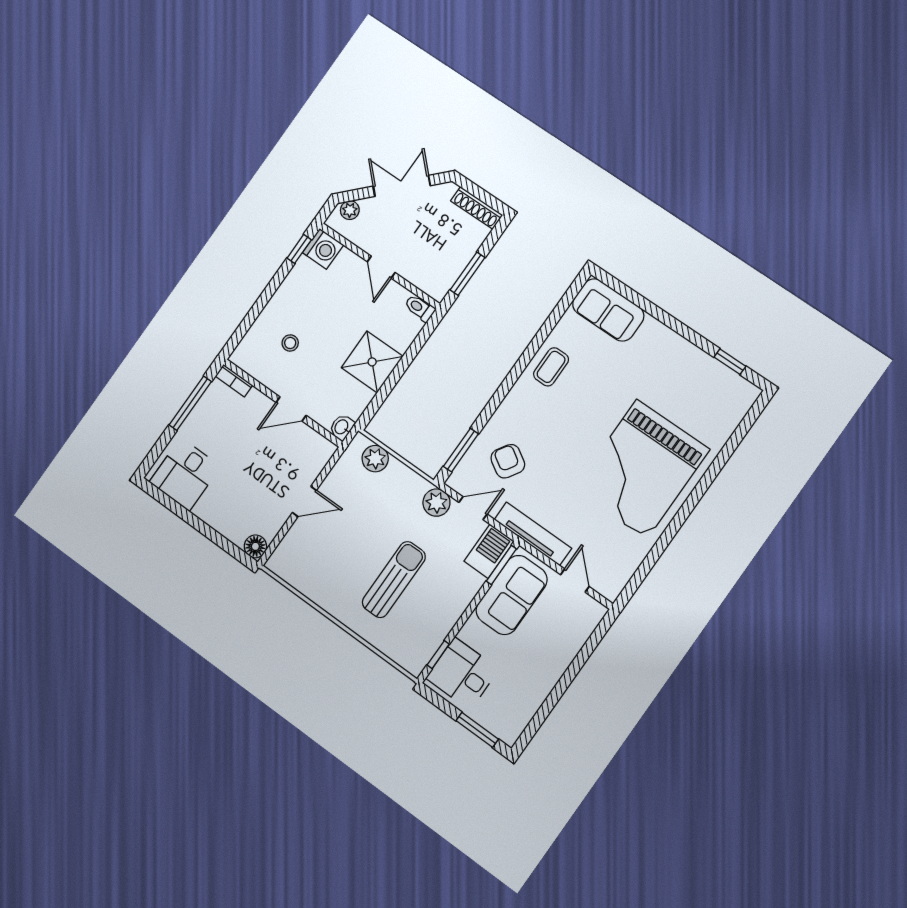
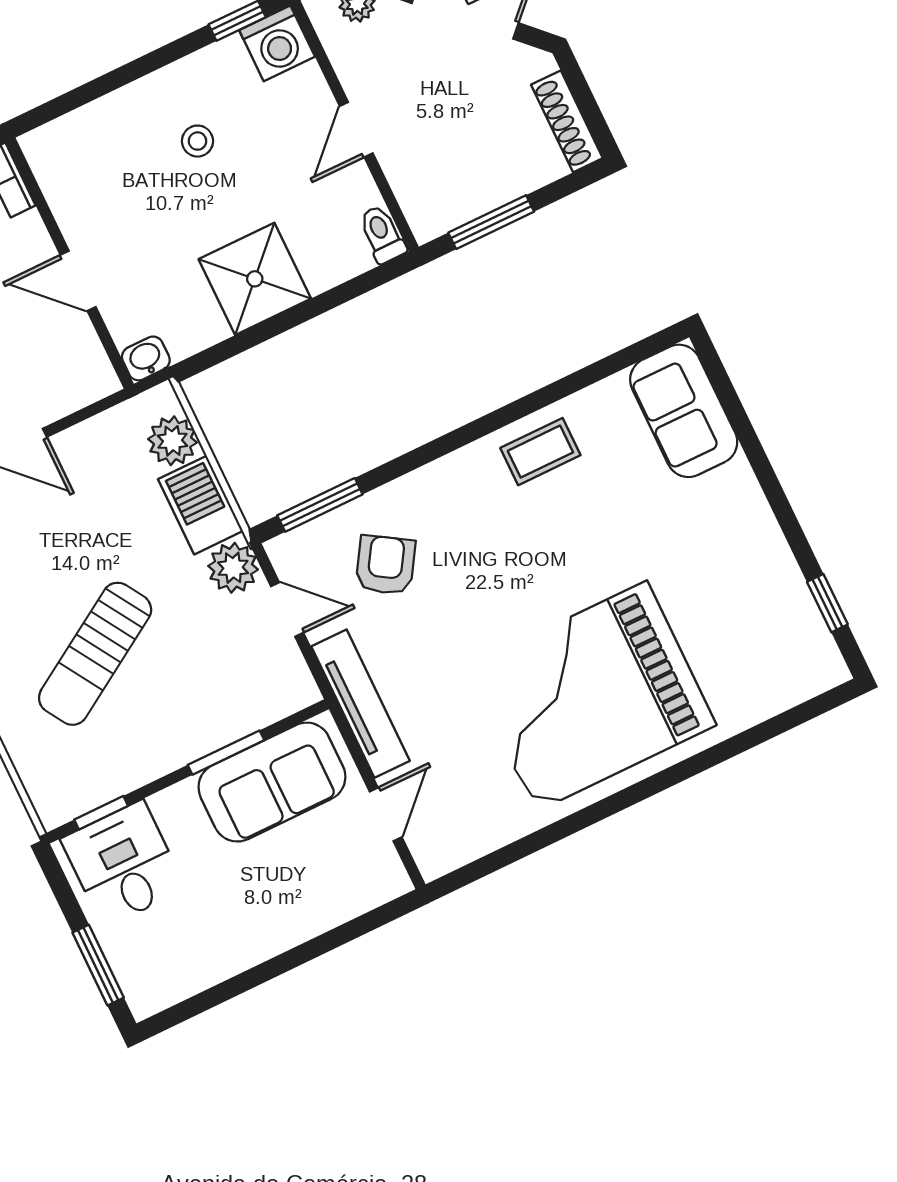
stool: (290, 343) -> (197, 141), moved
barbecue: (489, 551) -> (200, 505), moved, turned -90
window: (501, 565) -> (226, 753), moved
sun lounger: (394, 580) -> (95, 654), turned 148

